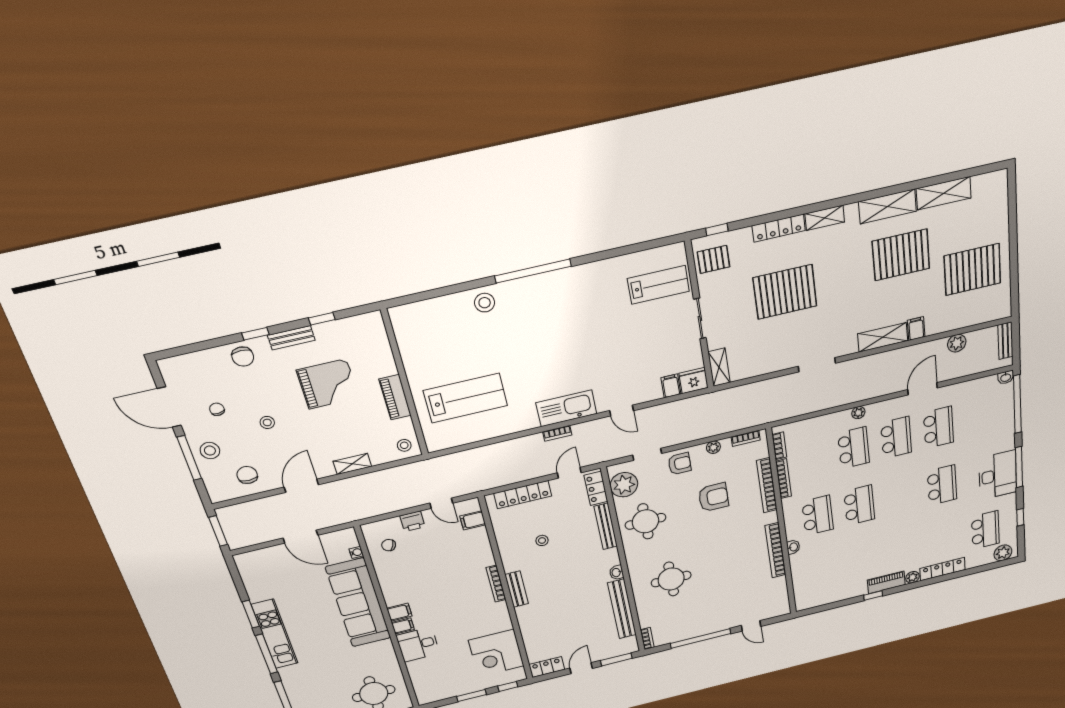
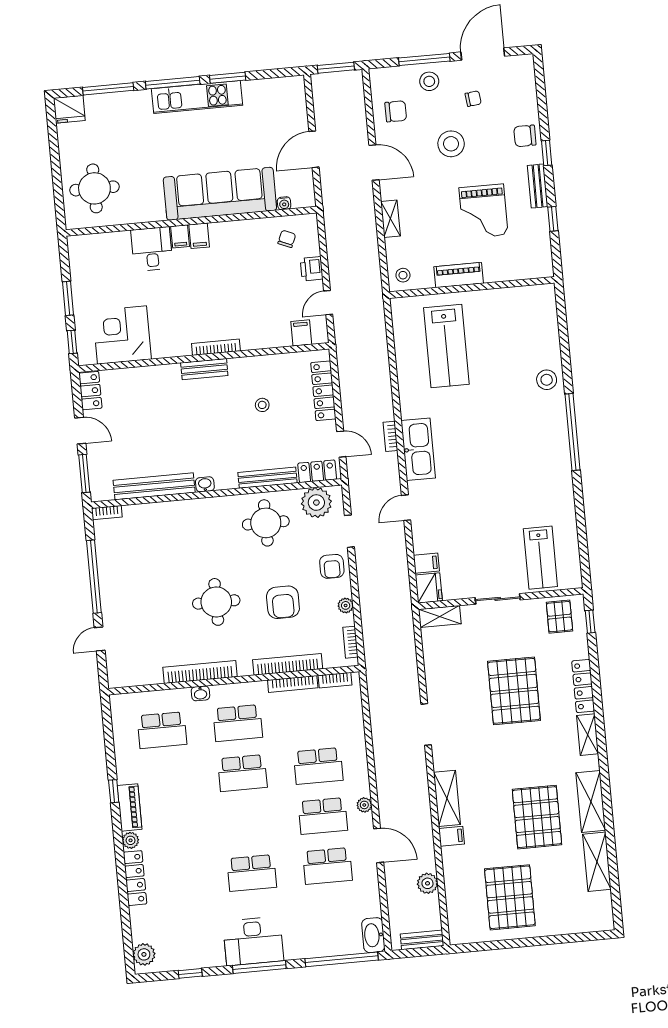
washbasin: (1006, 377) -> (373, 935), width x1.91, depth x1.45
plant: (858, 413) -> (364, 805), moved
stool: (267, 422) -> (451, 144), width x1.89, depth x1.89
school desk: (985, 530) -> (162, 730), moved
round table: (671, 579) -> (216, 602), moved

